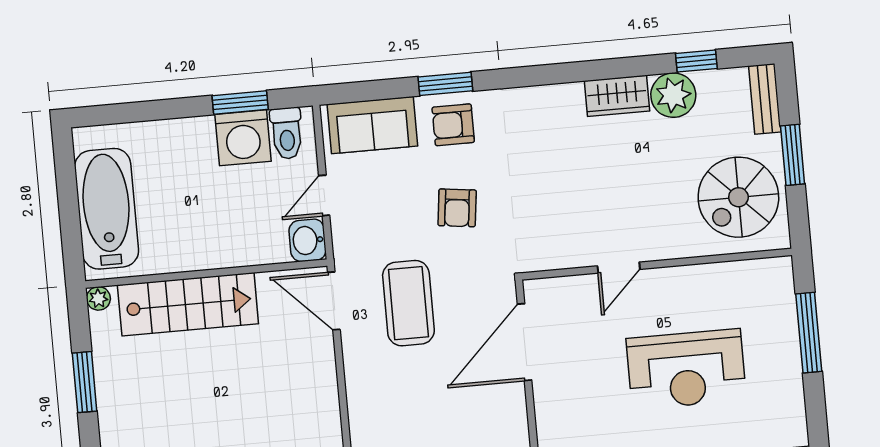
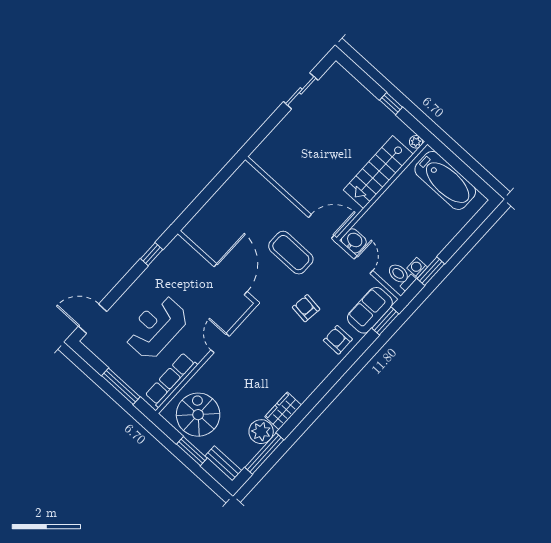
window: (696, 61) -> (264, 454), width x2.17
window: (445, 84) -> (385, 321), moved
armchair: (453, 125) -> (338, 340), turned -90
washing machine: (243, 138) -> (417, 268), width x0.53, depth x0.53
row of seats: (732, 278) -> (171, 380), added
window: (85, 382) -> (391, 104), width x0.67

